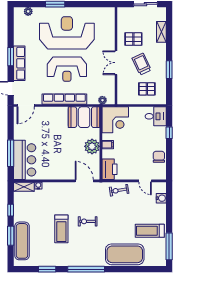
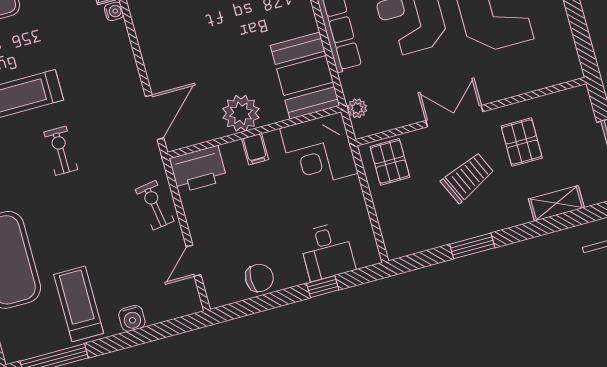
pallet: (147, 89) -> (390, 162), moved
desk: (156, 116) -> (327, 251), moved
water cooler: (161, 198) -> (132, 318), moved

